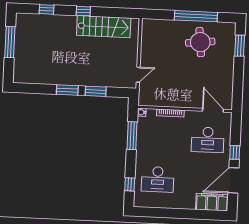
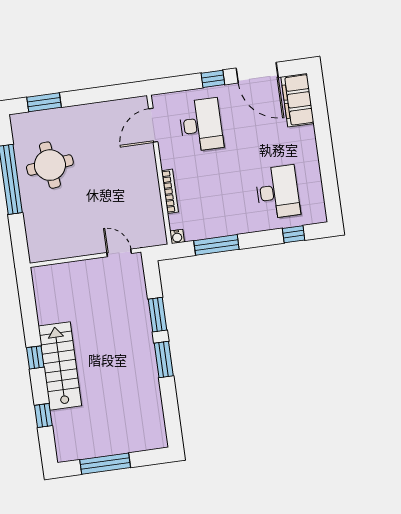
stairs: (104, 27) -> (60, 366), moved

